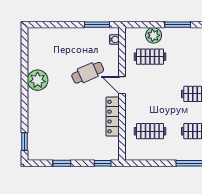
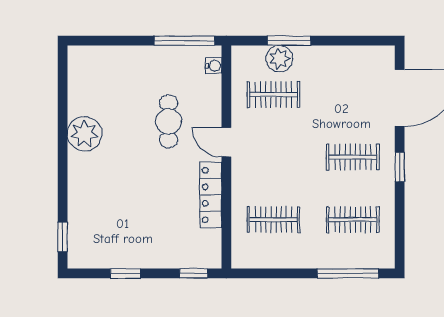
window: (97, 25) -> (184, 41), width x1.44
window: (178, 25) -> (289, 41), moved
cafe table: (88, 73) -> (169, 121), turned -66

